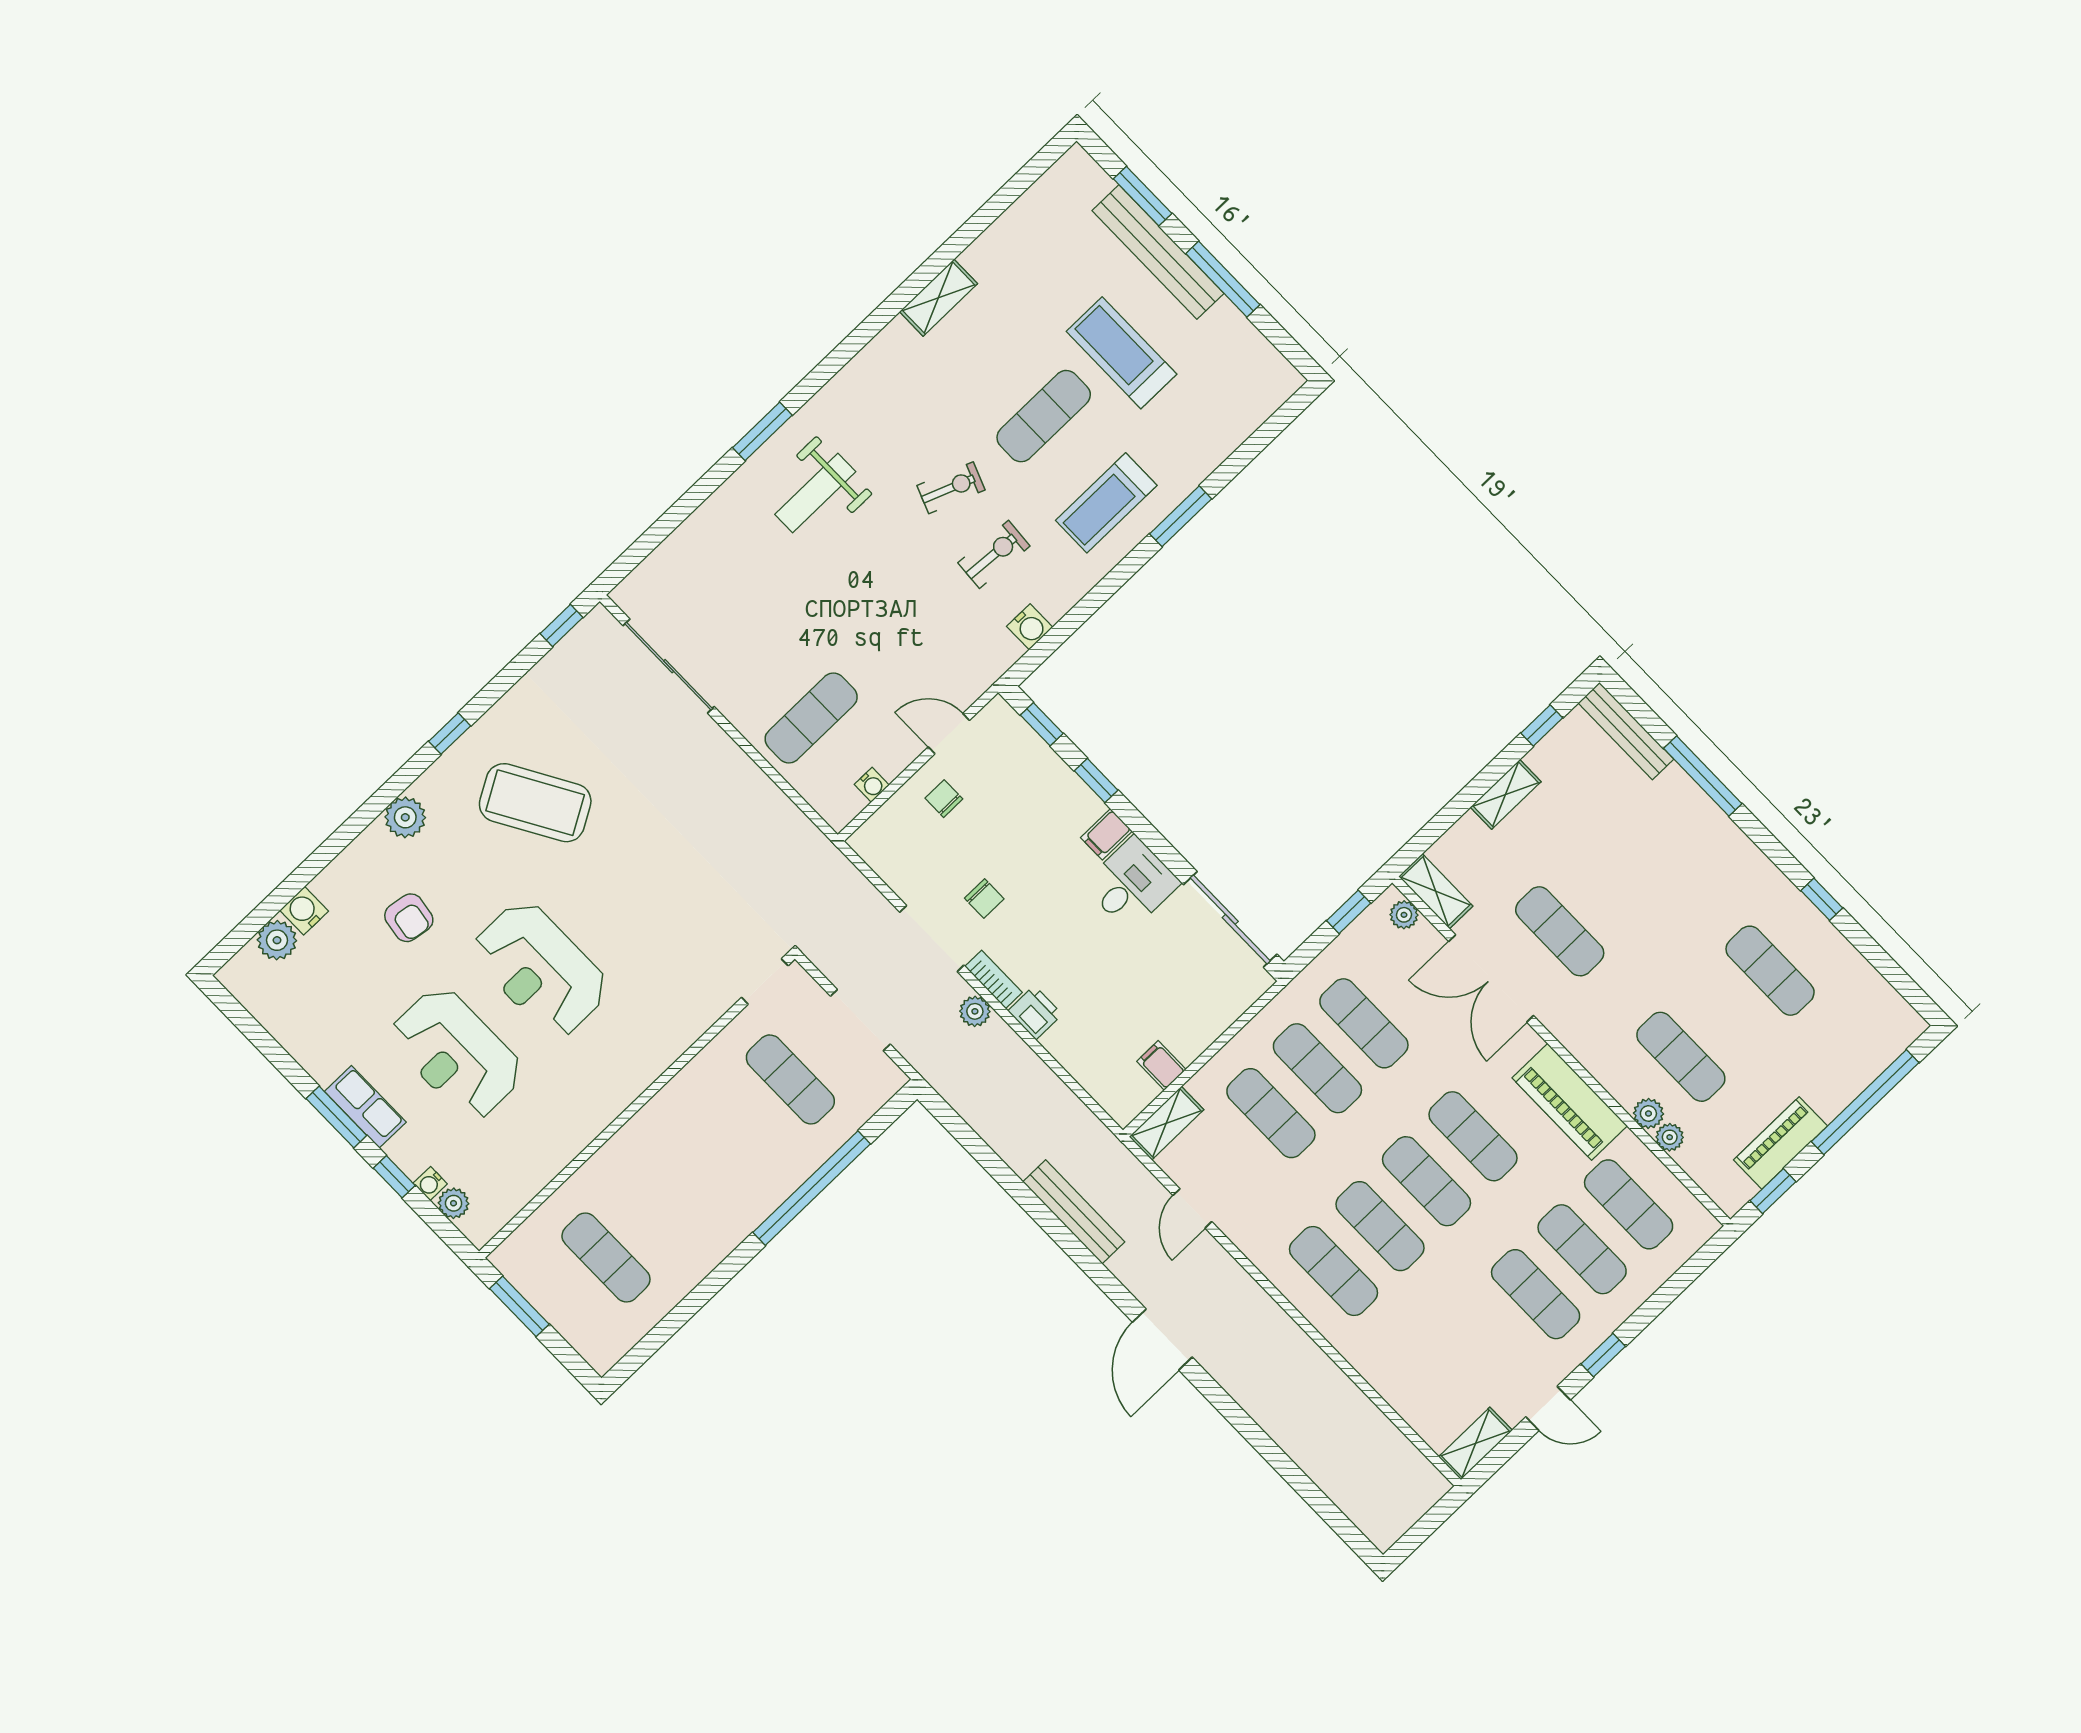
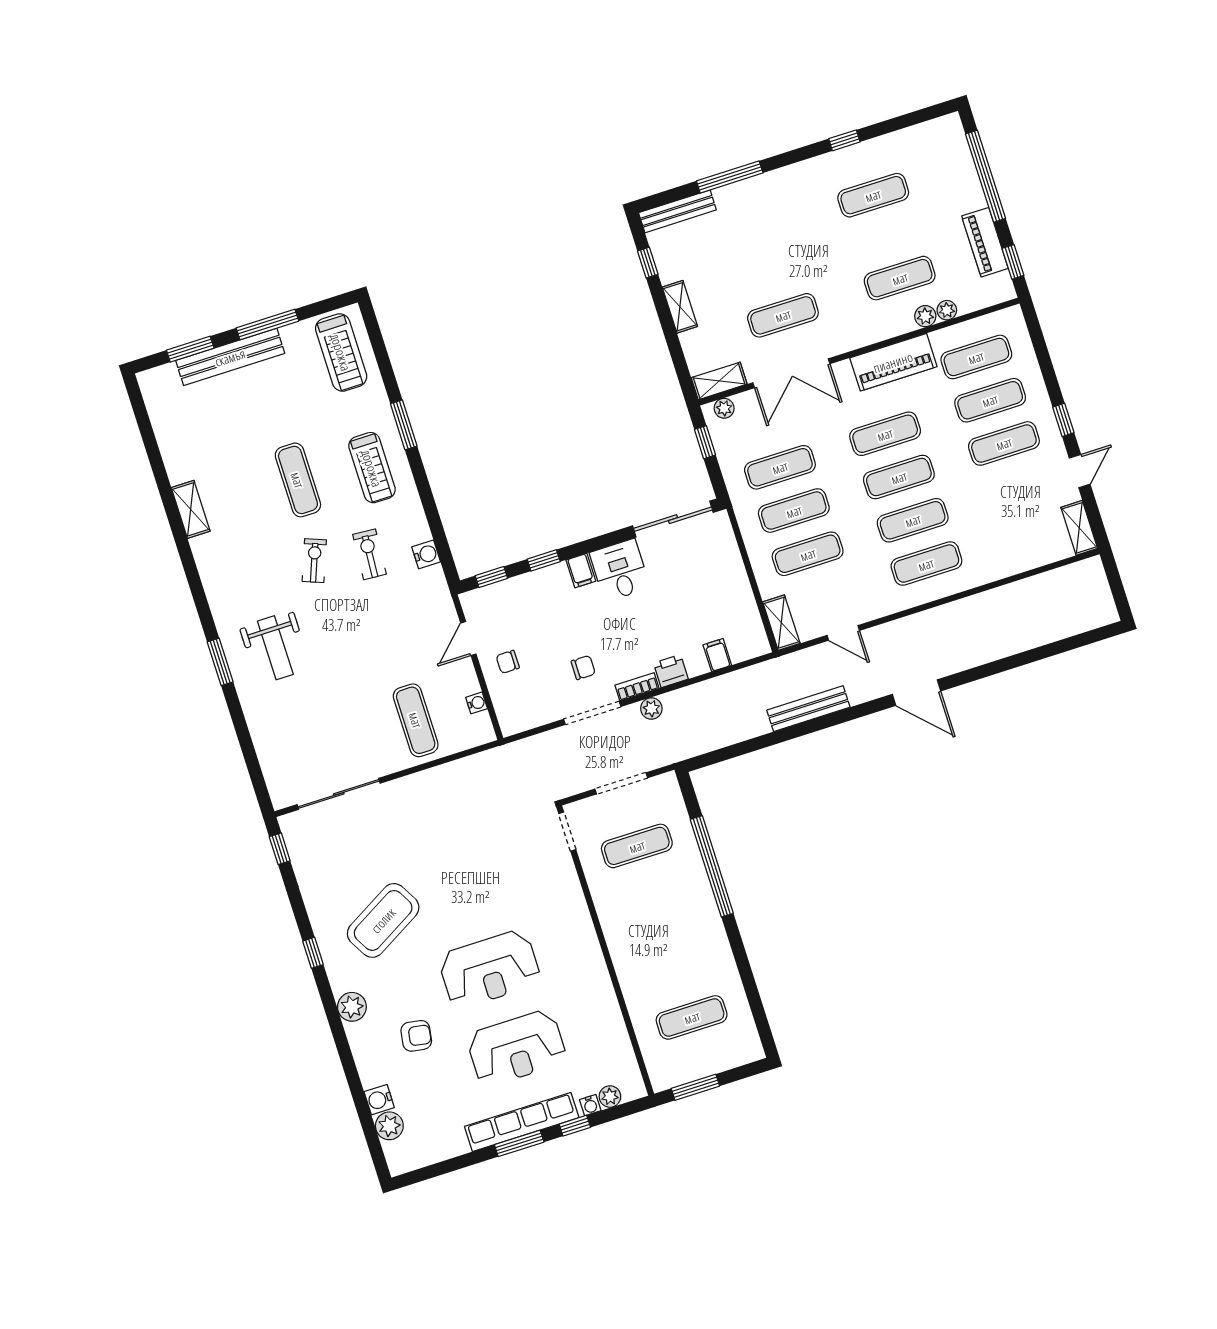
treadmill: (1122, 353) -> (341, 352), moved, turned -90
filing cabinet: (1161, 1065) -> (717, 655), moved, turned 90
row of seats: (365, 1107) -> (522, 1122), width x2.02

